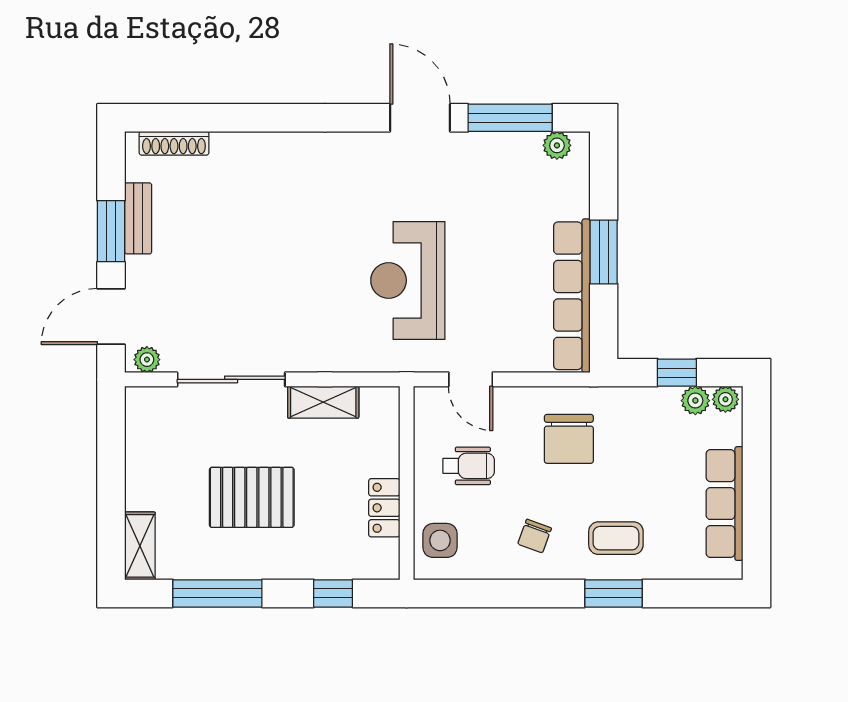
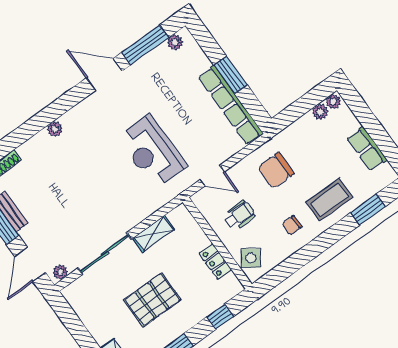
plant: (290, 145) -> (55, 129), added
window: (677, 373) -> (303, 105), removed
chair: (569, 439) -> (276, 170), turned 90
row of seats: (724, 504) -> (367, 149), width x0.68
chair: (535, 536) -> (292, 225), turned 70
coffee table: (616, 538) -> (329, 200), width x1.36, depth x1.30
side table: (440, 540) -> (251, 258), turned 35
window: (614, 593) -> (368, 210), moved

